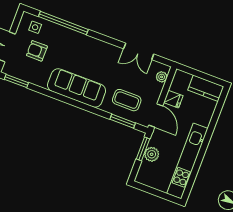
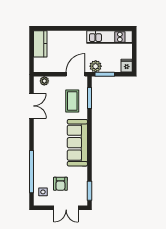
fridge: (173, 99) -> (127, 66), moved
plant: (152, 154) -> (96, 66), moved
kitchen unit: (187, 161) -> (109, 37), width x0.73

